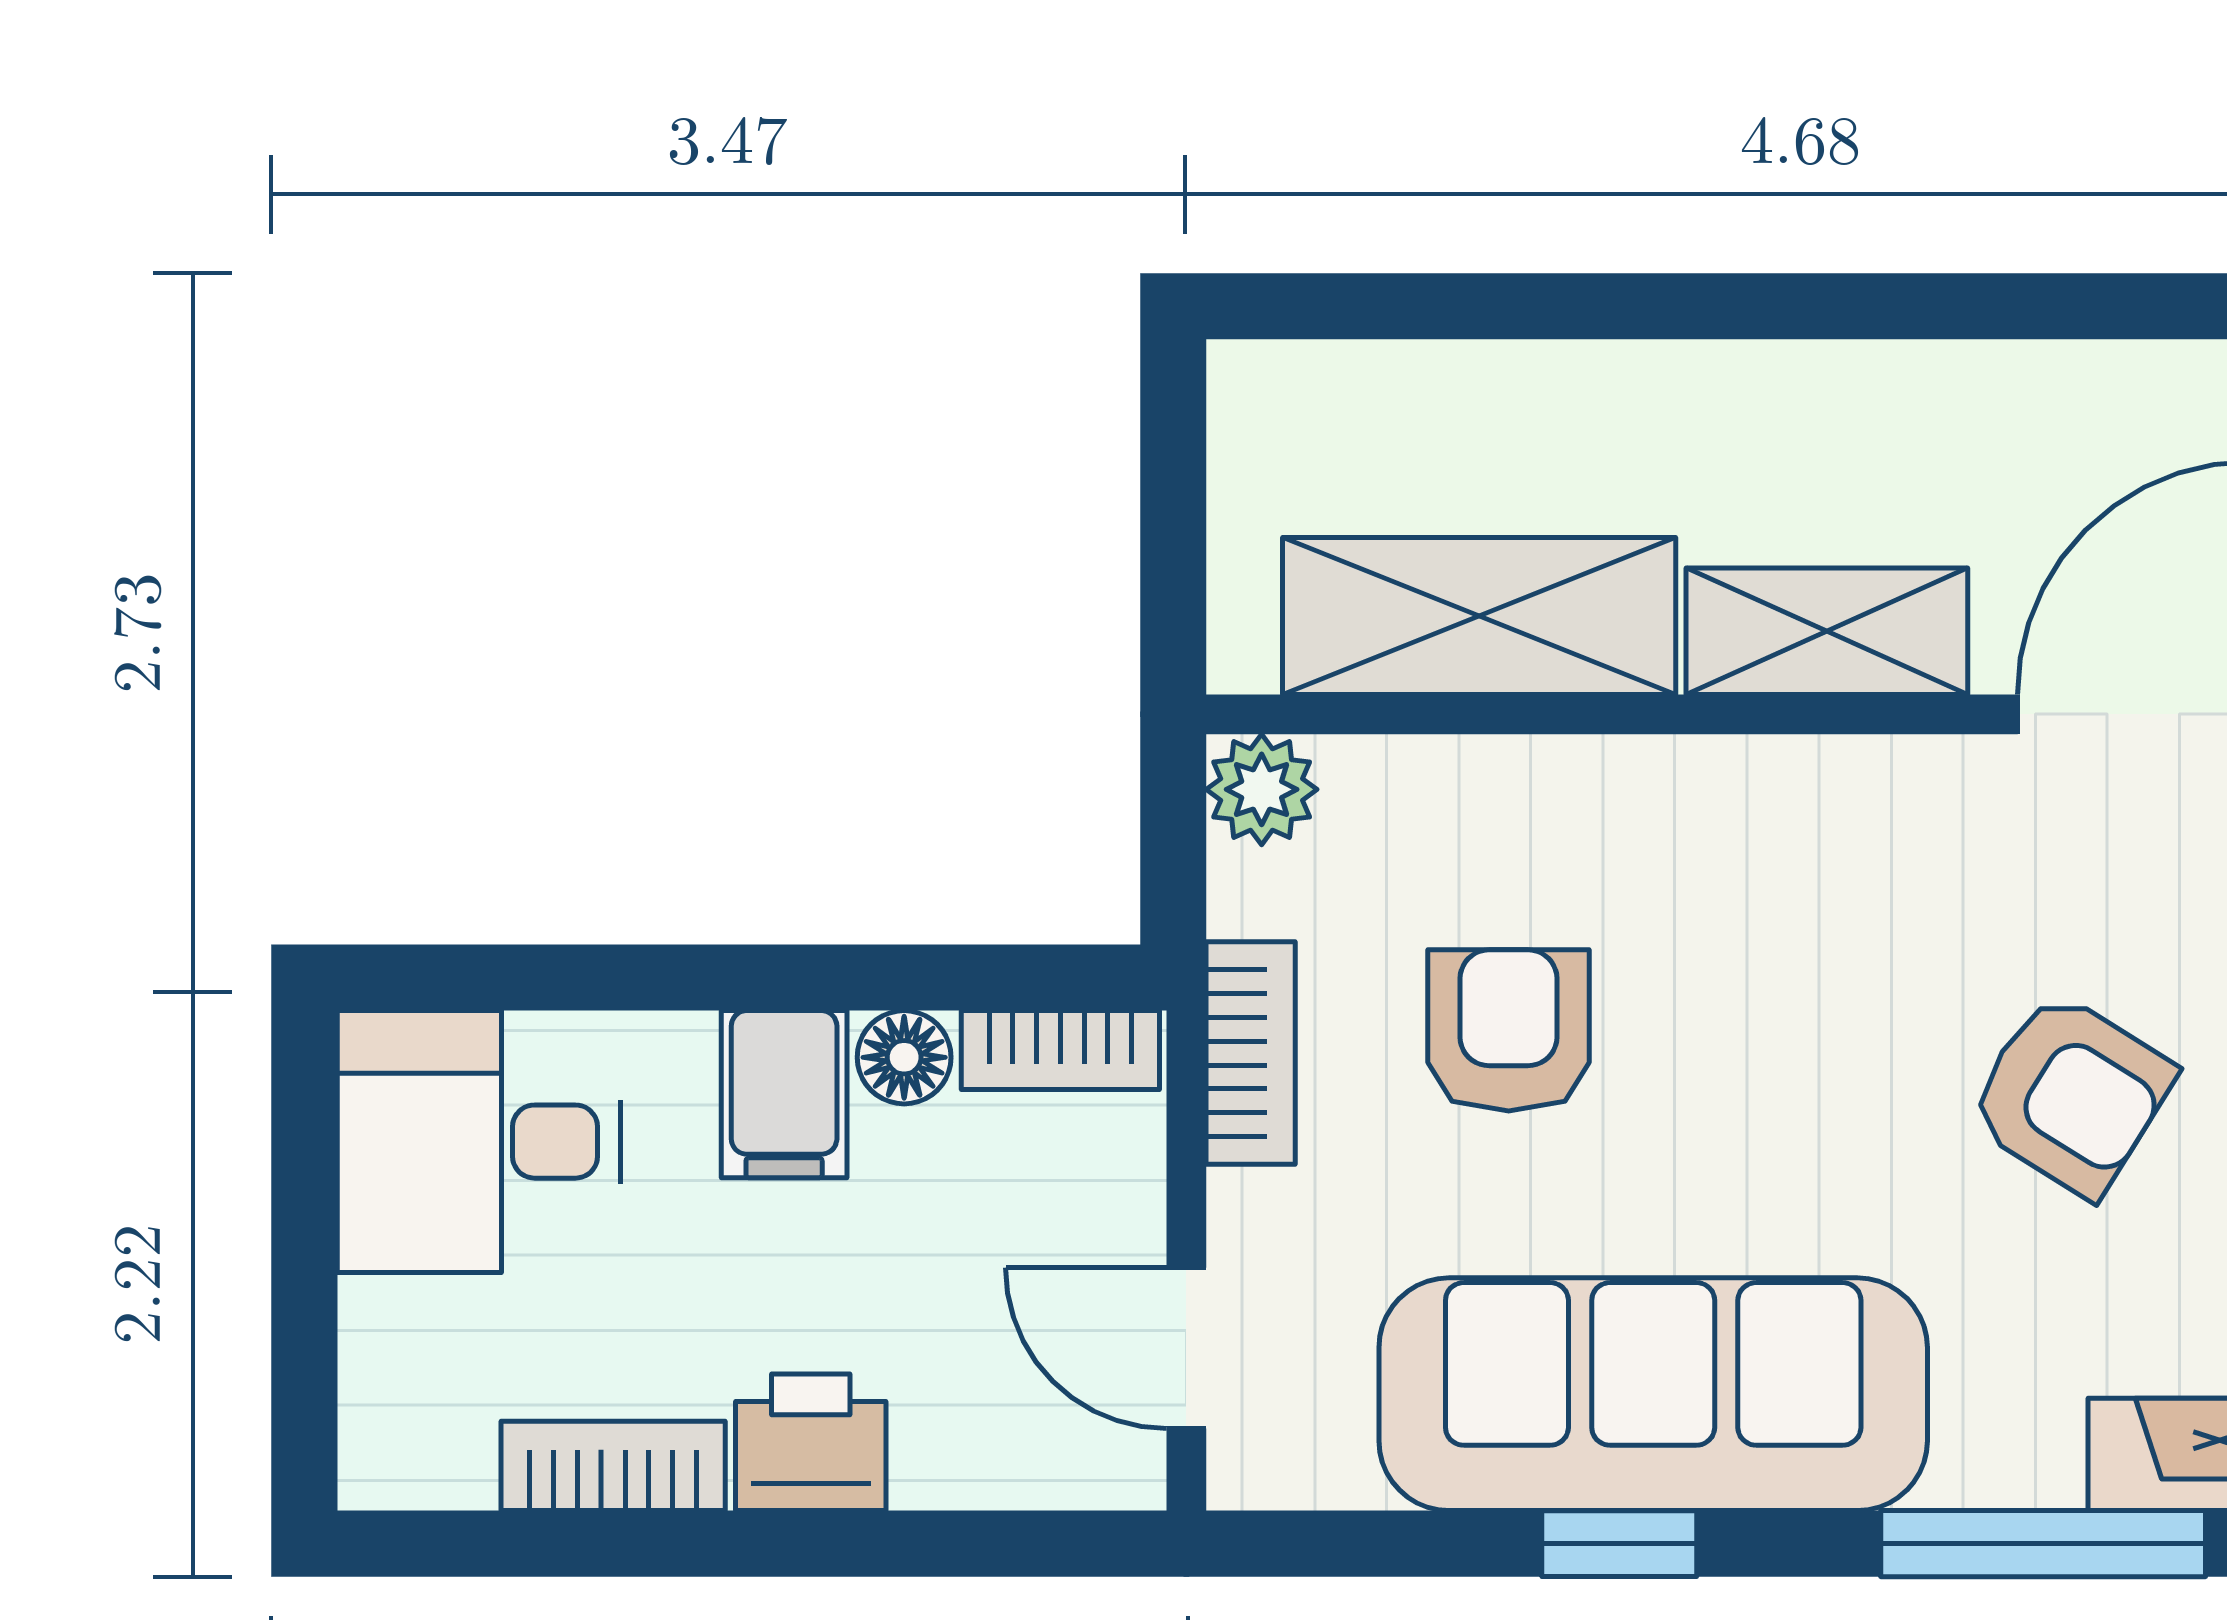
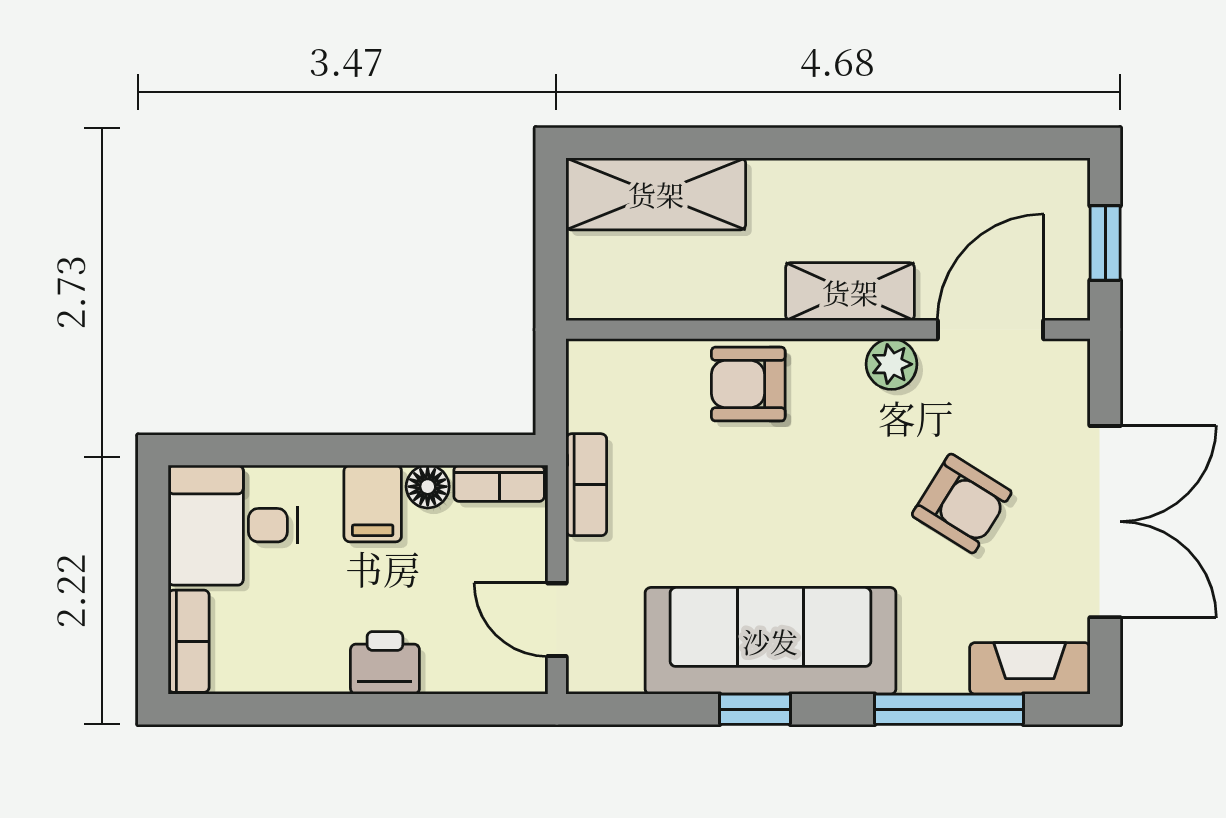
shelving: (1479, 616) -> (656, 194), moved
plant: (1262, 789) -> (892, 364), moved
armchair: (1509, 1030) -> (748, 384), moved, turned -90
bookcase: (613, 1466) -> (189, 641), moved, turned 90

